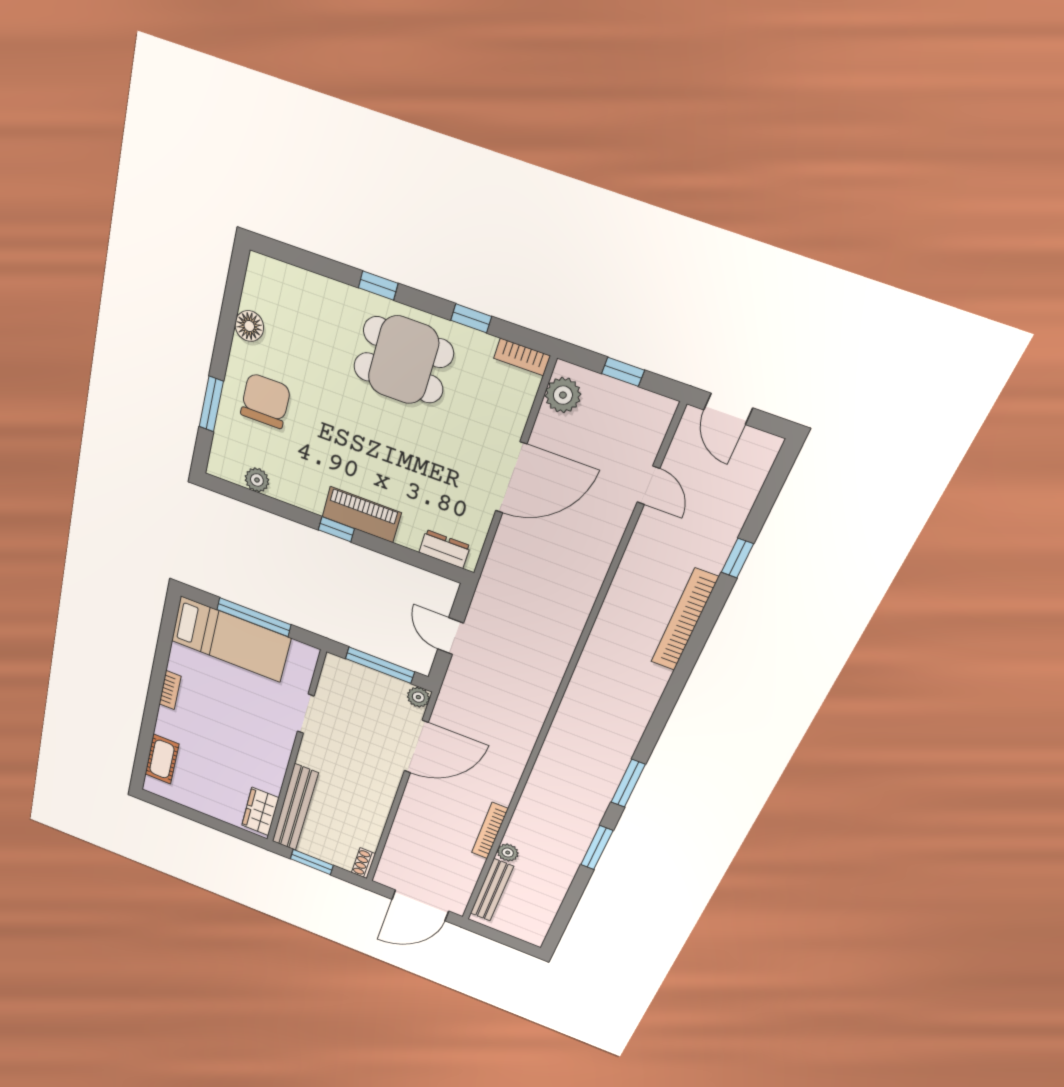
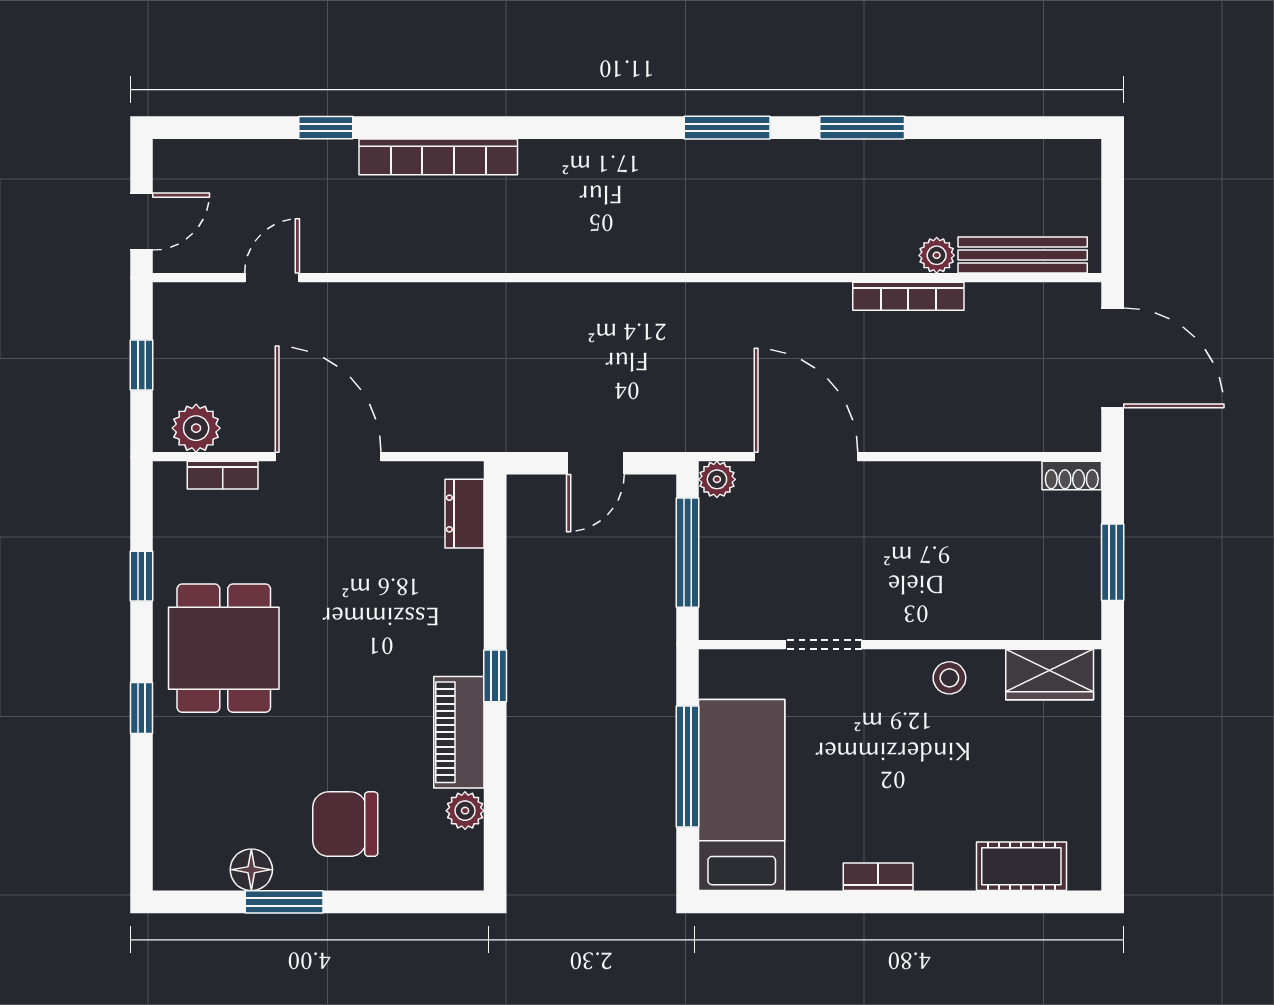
bookcase: (522, 357) -> (223, 475), moved, turned 90
window: (211, 404) -> (284, 902), moved
piano: (362, 515) -> (459, 732), moved
stool: (271, 766) -> (949, 678), added
bench: (295, 808) -> (1013, 618), removed

